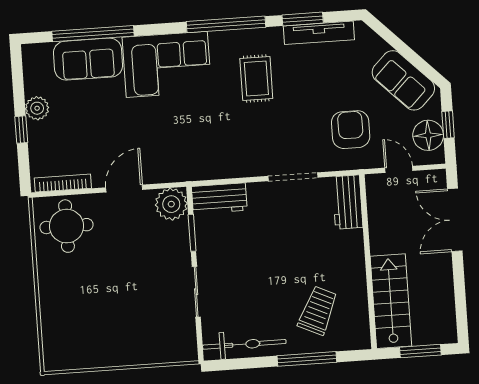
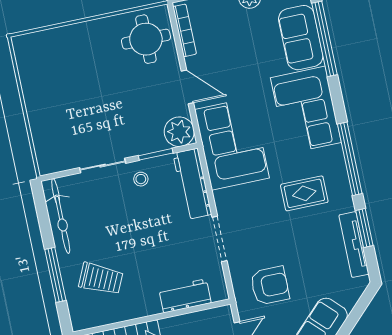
corner sofa: (192, 149) -> (232, 144), added
workbench: (219, 198) -> (192, 184), width x1.37
workbench: (347, 202) -> (185, 296), moved
stool: (216, 252) -> (141, 179), added

